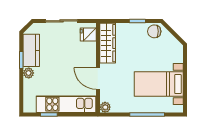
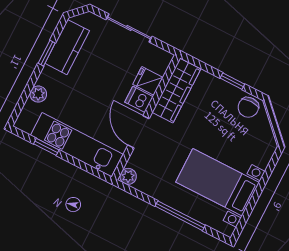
chair: (154, 31) -> (248, 107), turned -90
fridge: (88, 35) -> (148, 81), moved
dishwasher: (89, 59) -> (139, 99), added
plant: (29, 73) -> (38, 94), moved

